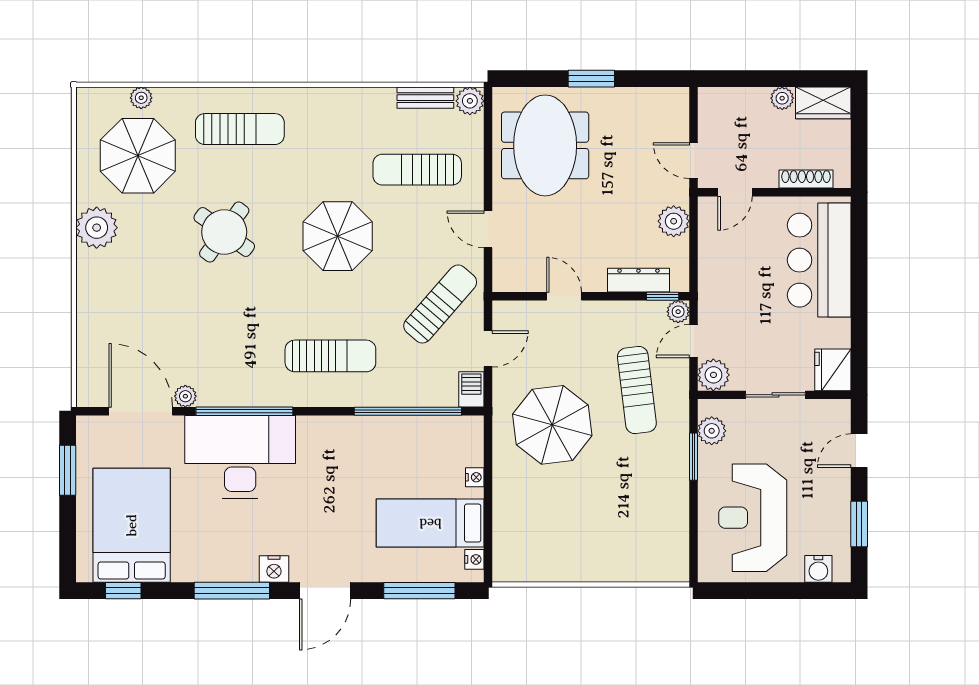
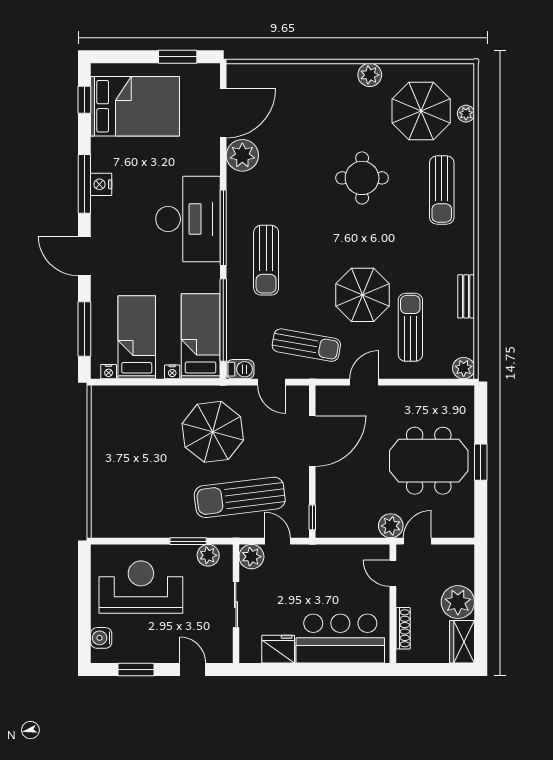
bench: (425, 98) -> (466, 296), moved
plant: (782, 98) -> (458, 602), width x1.87, depth x1.87
meeting table: (545, 145) -> (429, 461), moved
plant: (674, 221) -> (391, 526), moved
plant: (97, 228) -> (370, 75), width x0.73, depth x0.73
round table: (224, 232) -> (362, 178), turned -36
parasol: (338, 236) -> (362, 295), moved
dresser: (638, 280) -> (325, 499), removed
door: (564, 296) -> (312, 441), width x1.87
sun lounger: (440, 304) -> (306, 345), turned -31
plant: (678, 312) -> (300, 529), removed
fridge: (833, 370) -> (278, 649), moved
sun lounger: (637, 390) -> (240, 497), width x1.36, depth x1.34
plant: (185, 396) -> (242, 155), width x1.87, depth x1.87
window: (244, 411) -> (223, 228), moved
bed: (429, 441) -> (201, 336), added
desk: (240, 457) -> (188, 219), moved
nightstand: (274, 569) -> (101, 184), moved

